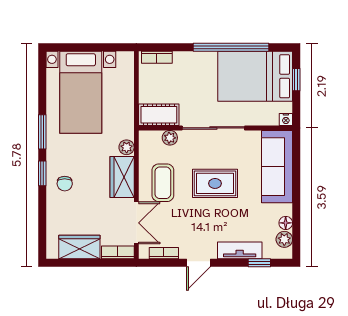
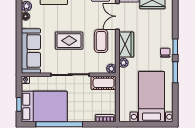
plant: (170, 138) -> (111, 69), moved
chair: (65, 184) -> (165, 53), moved

